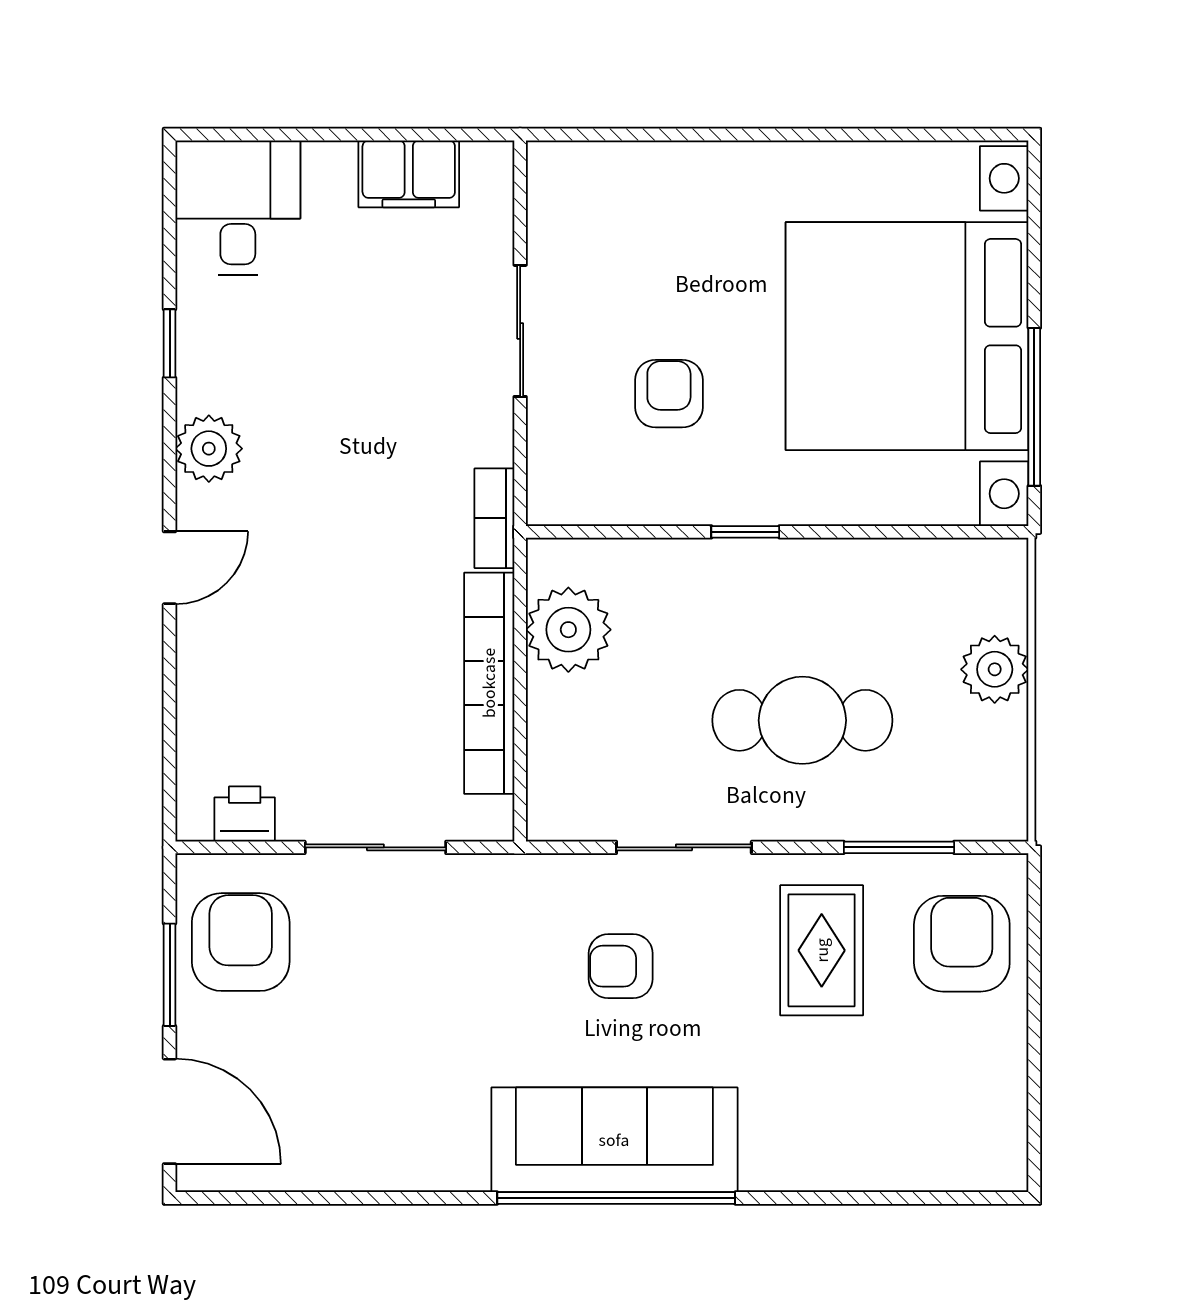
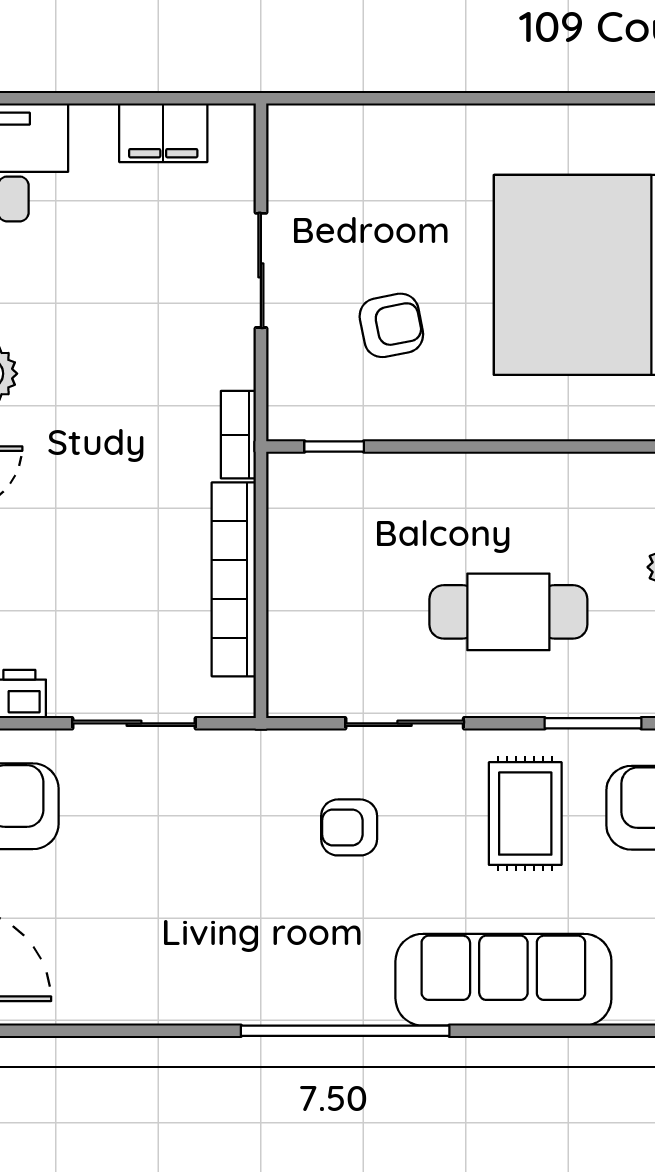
armchair: (669, 394) -> (391, 325), turned 79
window: (745, 532) -> (334, 447), moved
plant: (568, 630) -> (303, 532), removed
sofa: (614, 1140) -> (503, 980), moved

